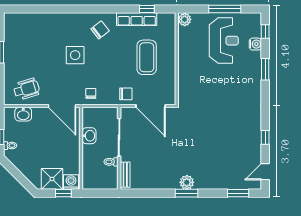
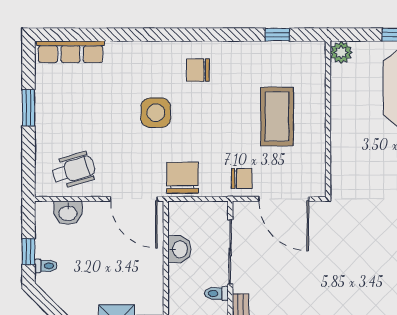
row of seats: (137, 19) -> (70, 52), moved
chair: (100, 30) -> (198, 70), turned -142
chair: (91, 93) -> (182, 178), width x1.87, depth x1.87

